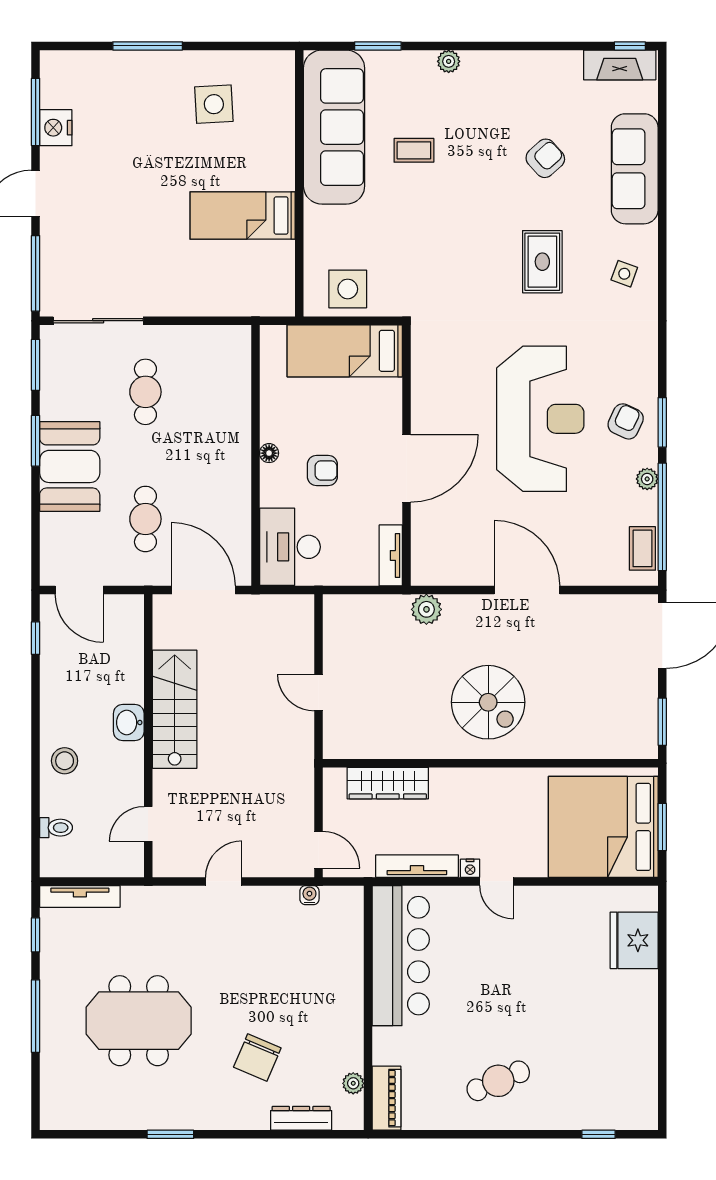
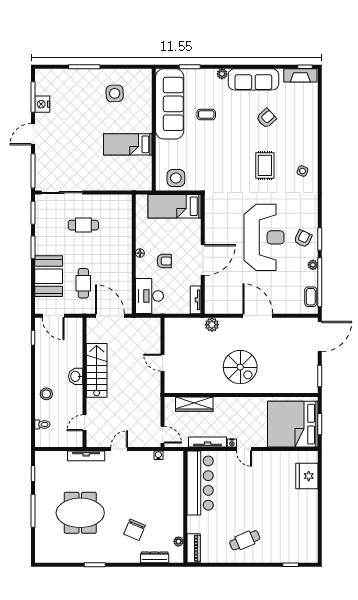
sofa: (635, 169) -> (253, 79), moved, turned -90
cafe table: (145, 392) -> (83, 225), turned 90
booth: (70, 466) -> (49, 276), moved
tv unit: (80, 896) -> (86, 456), moved

